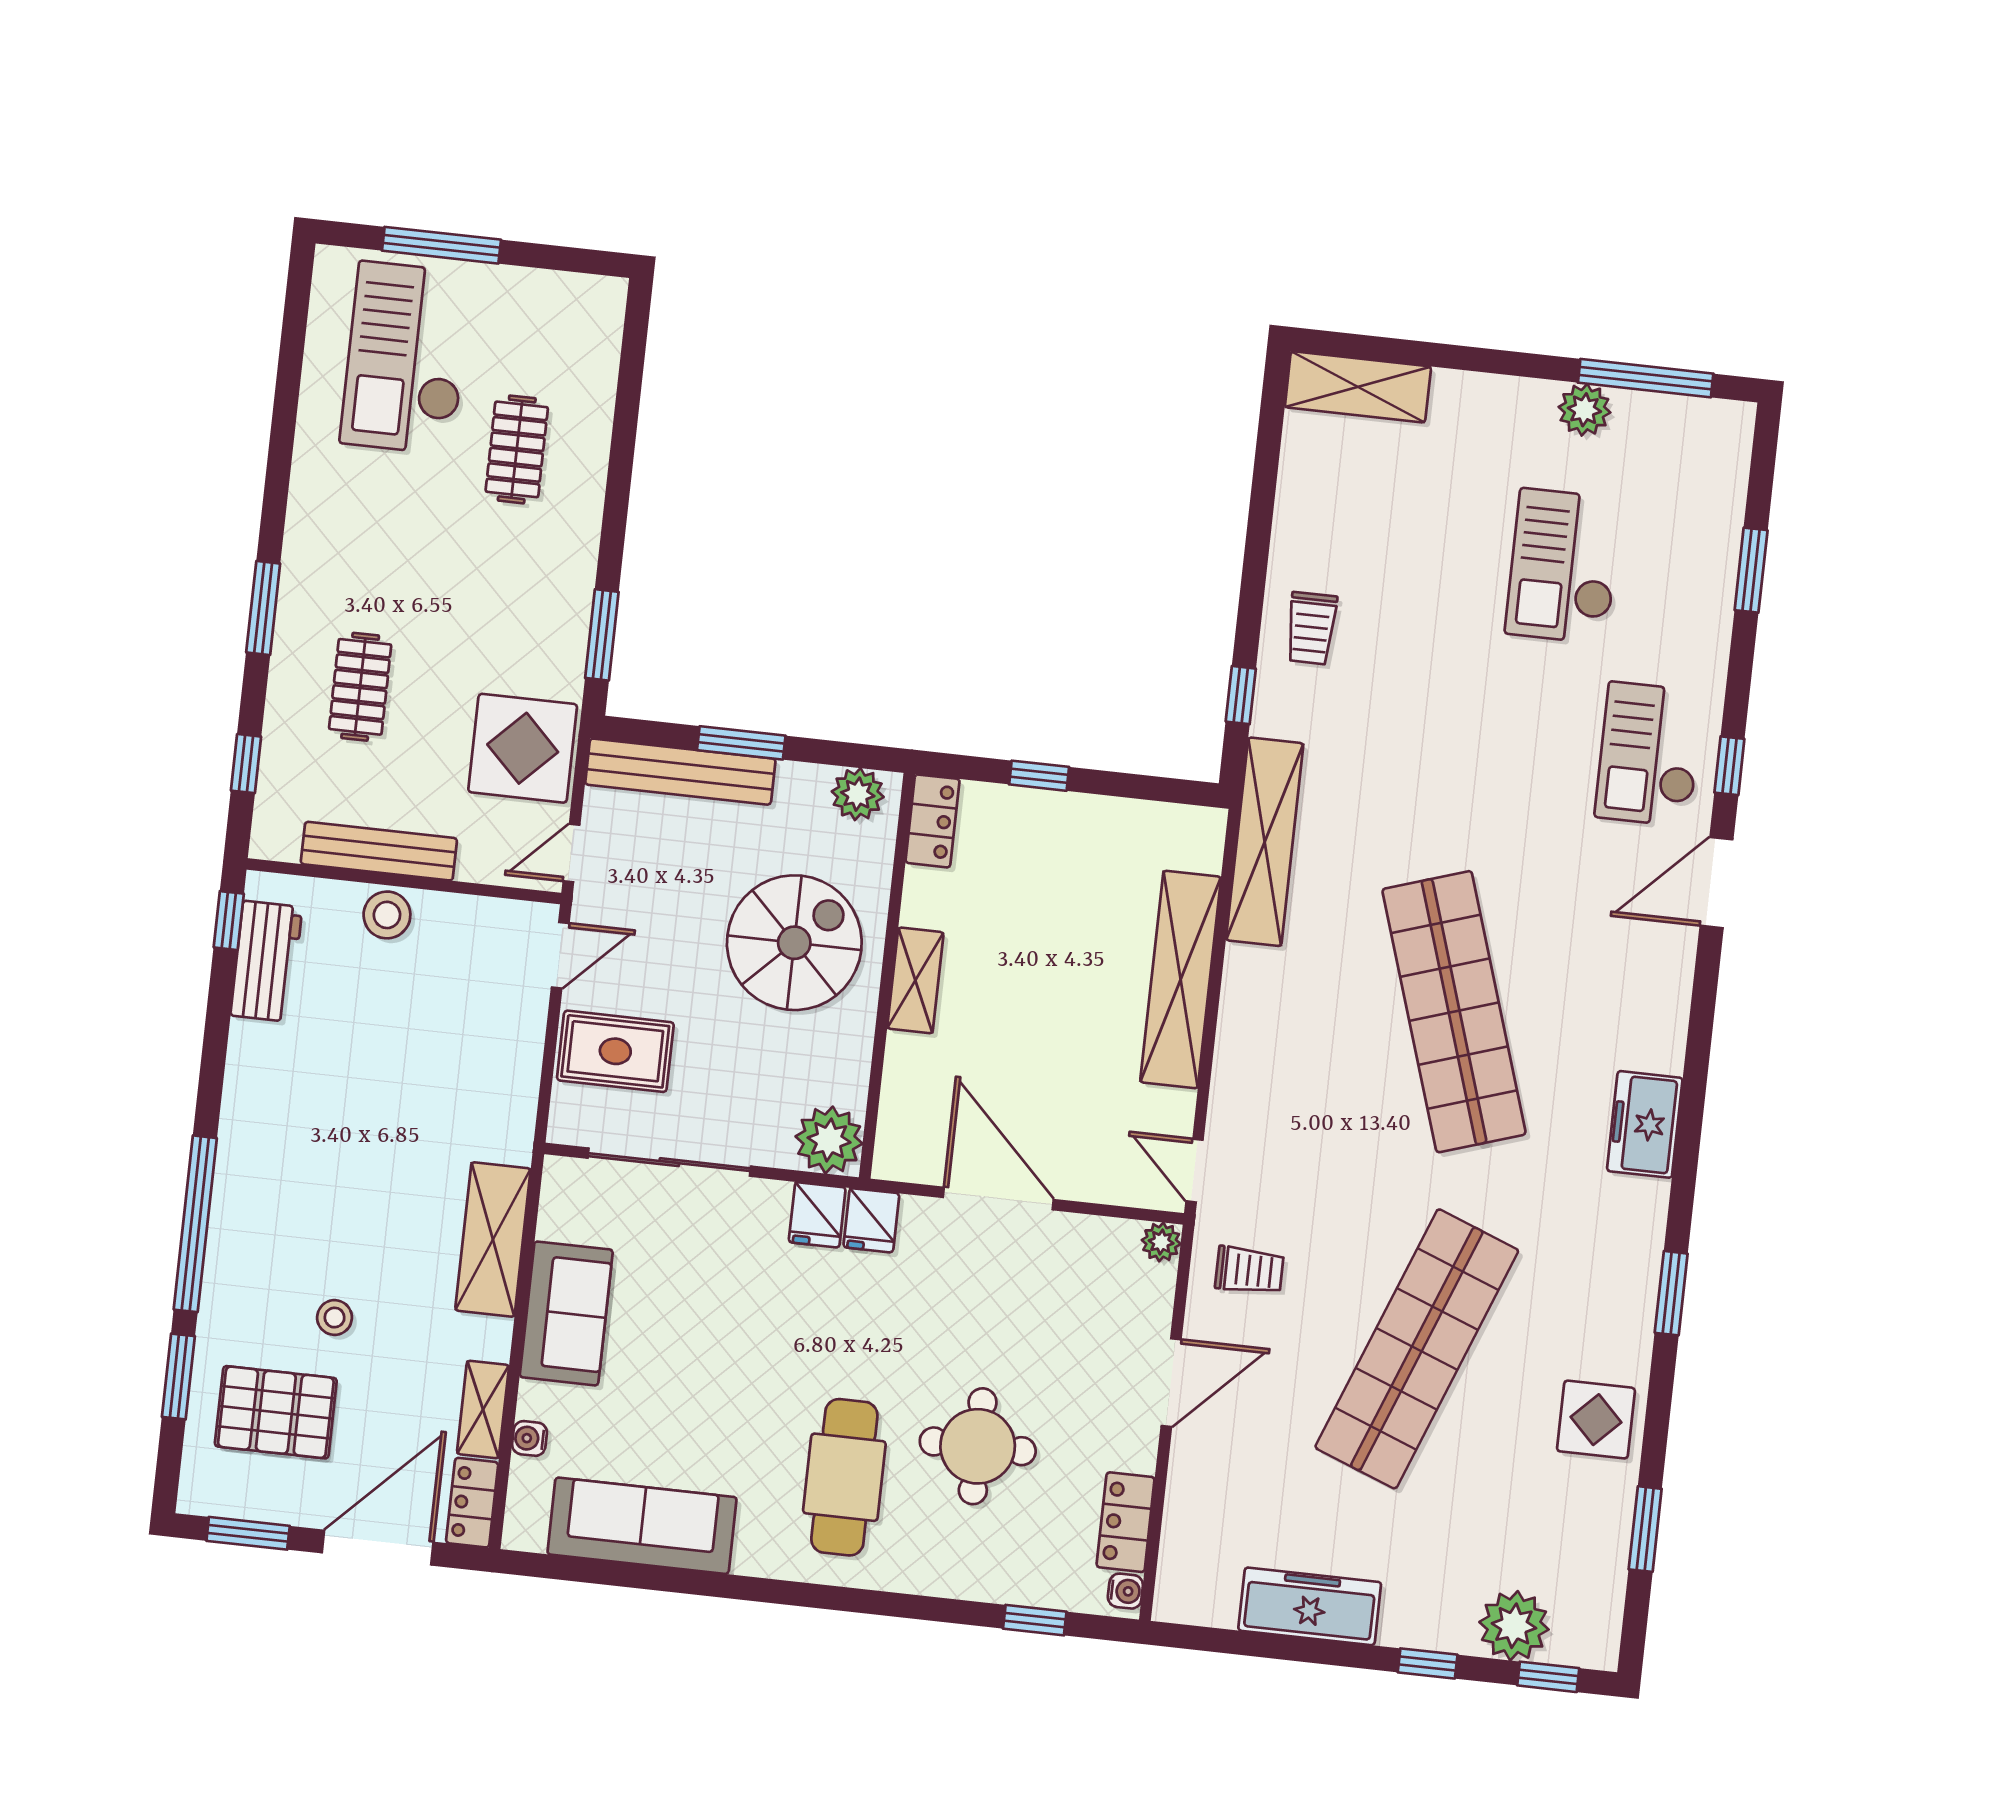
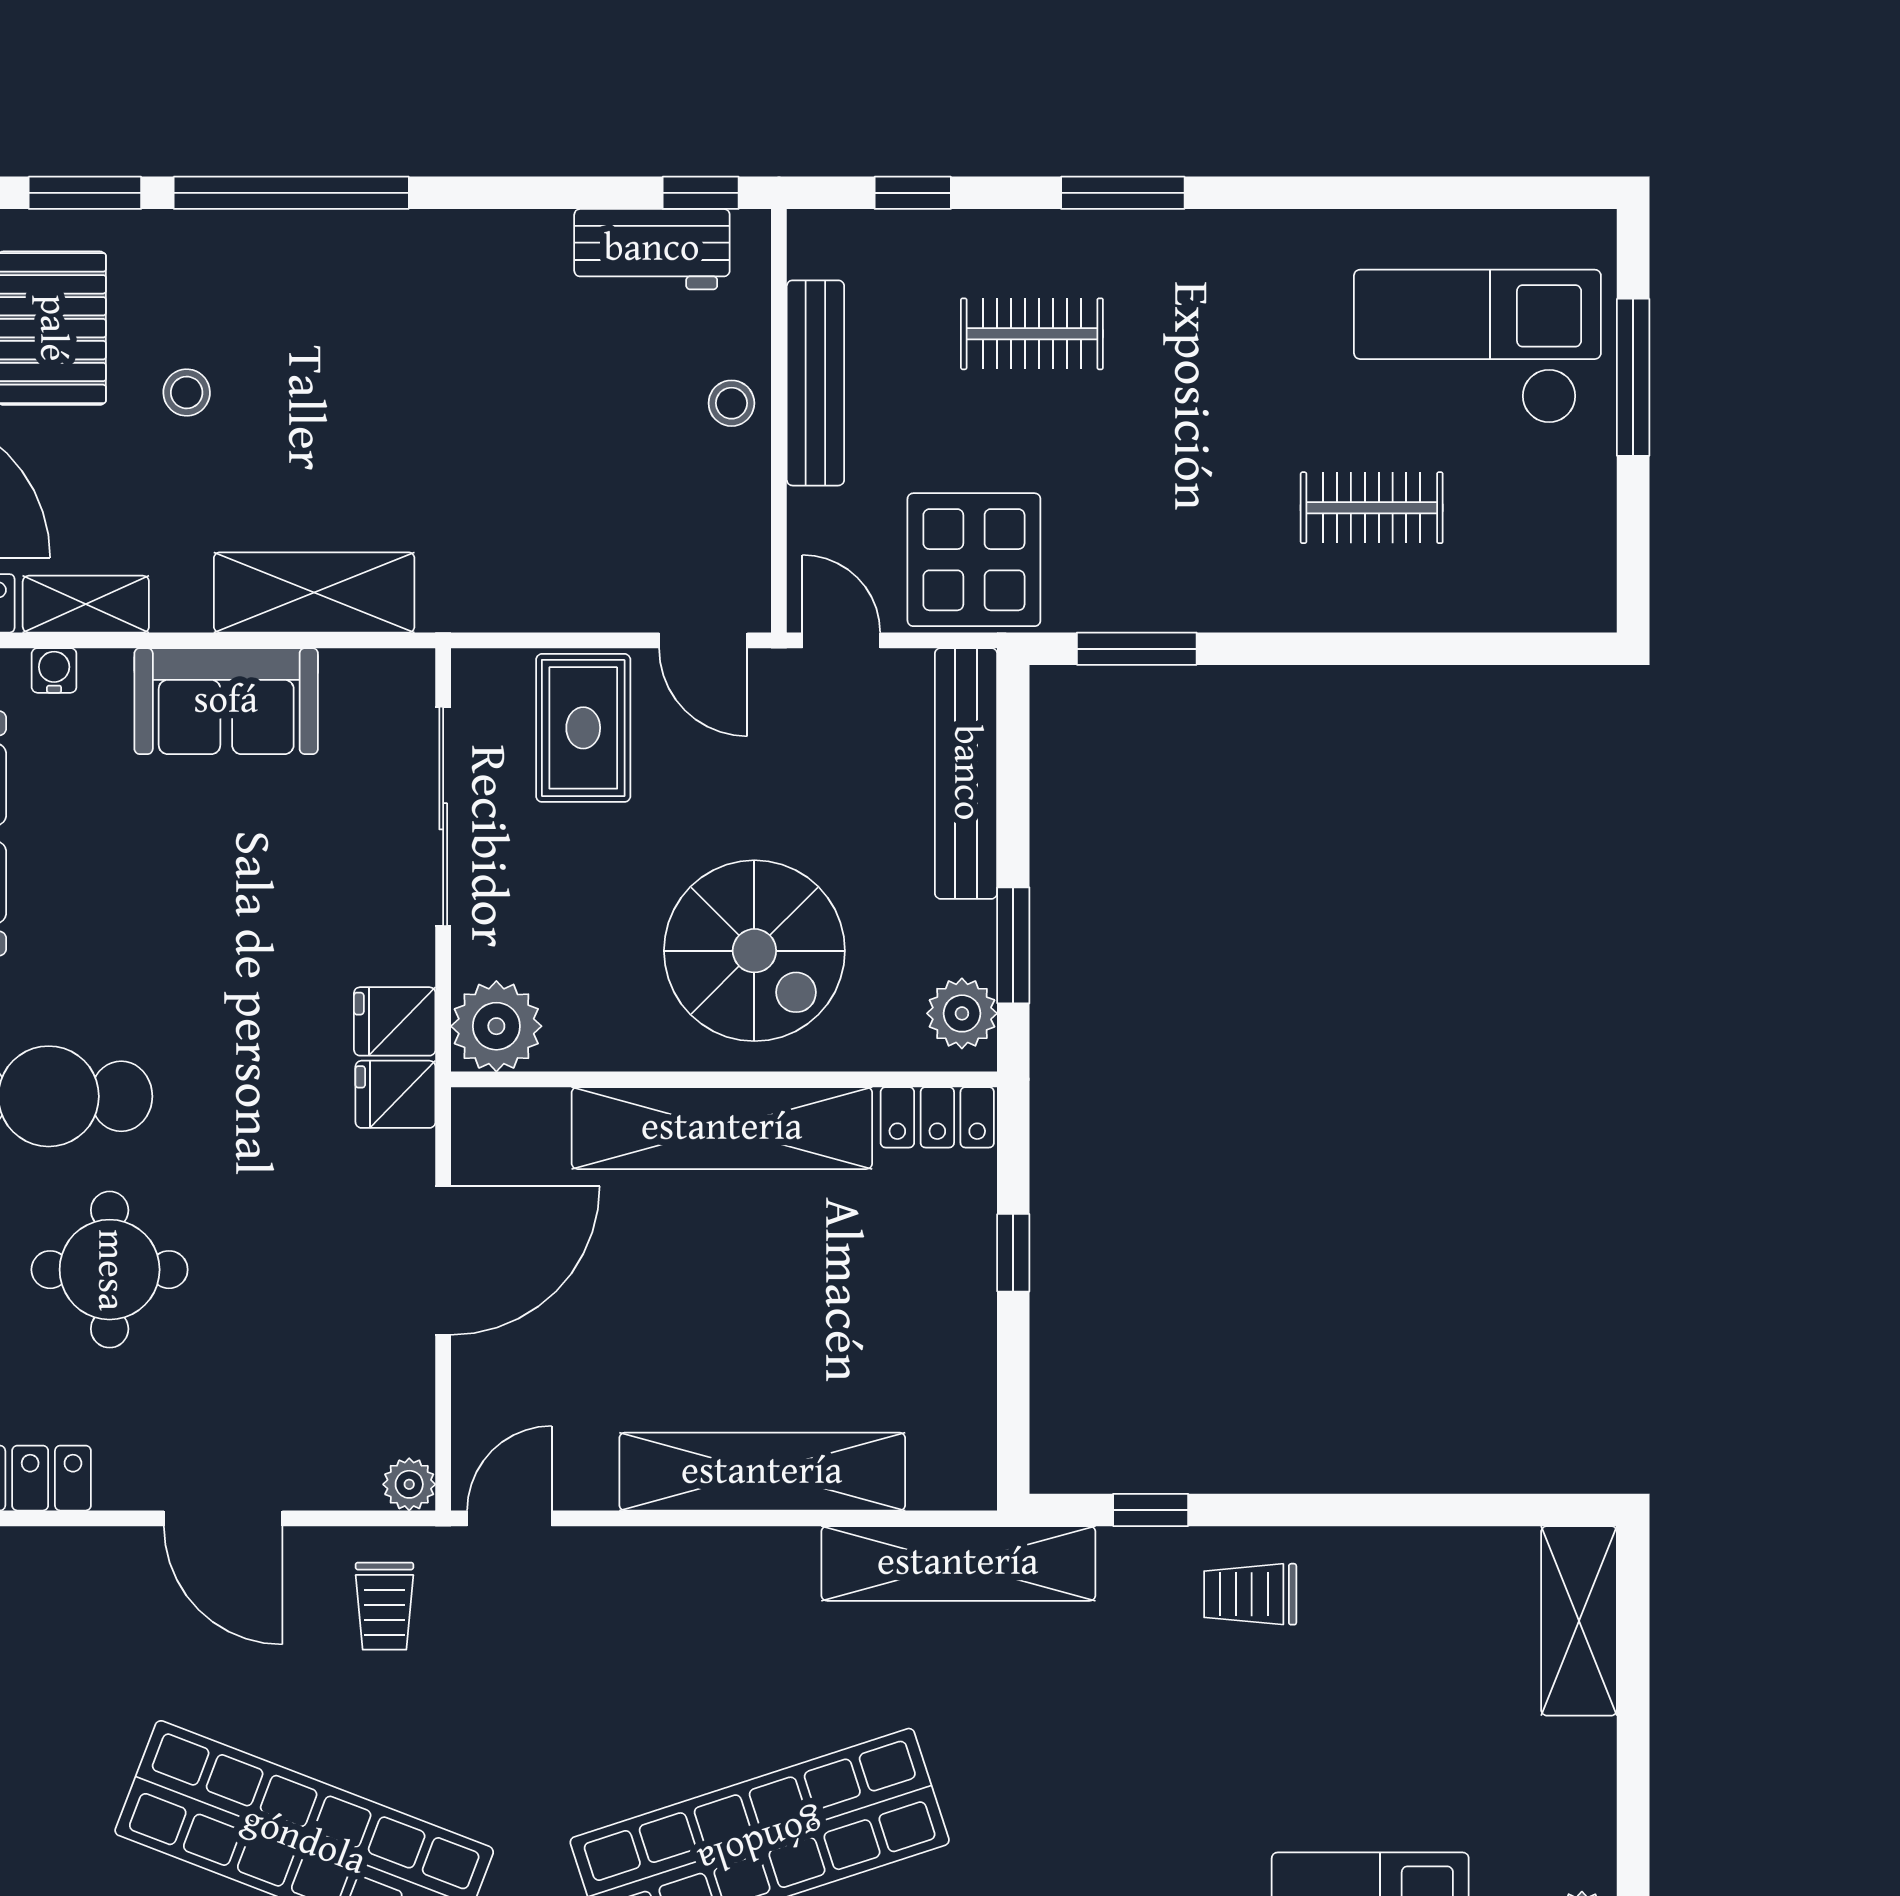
window: (741, 743) -> (1013, 945), moved
stool: (387, 915) -> (731, 403), width x0.73, depth x0.73
shelving: (915, 980) -> (722, 1128), width x2.20, depth x1.33

